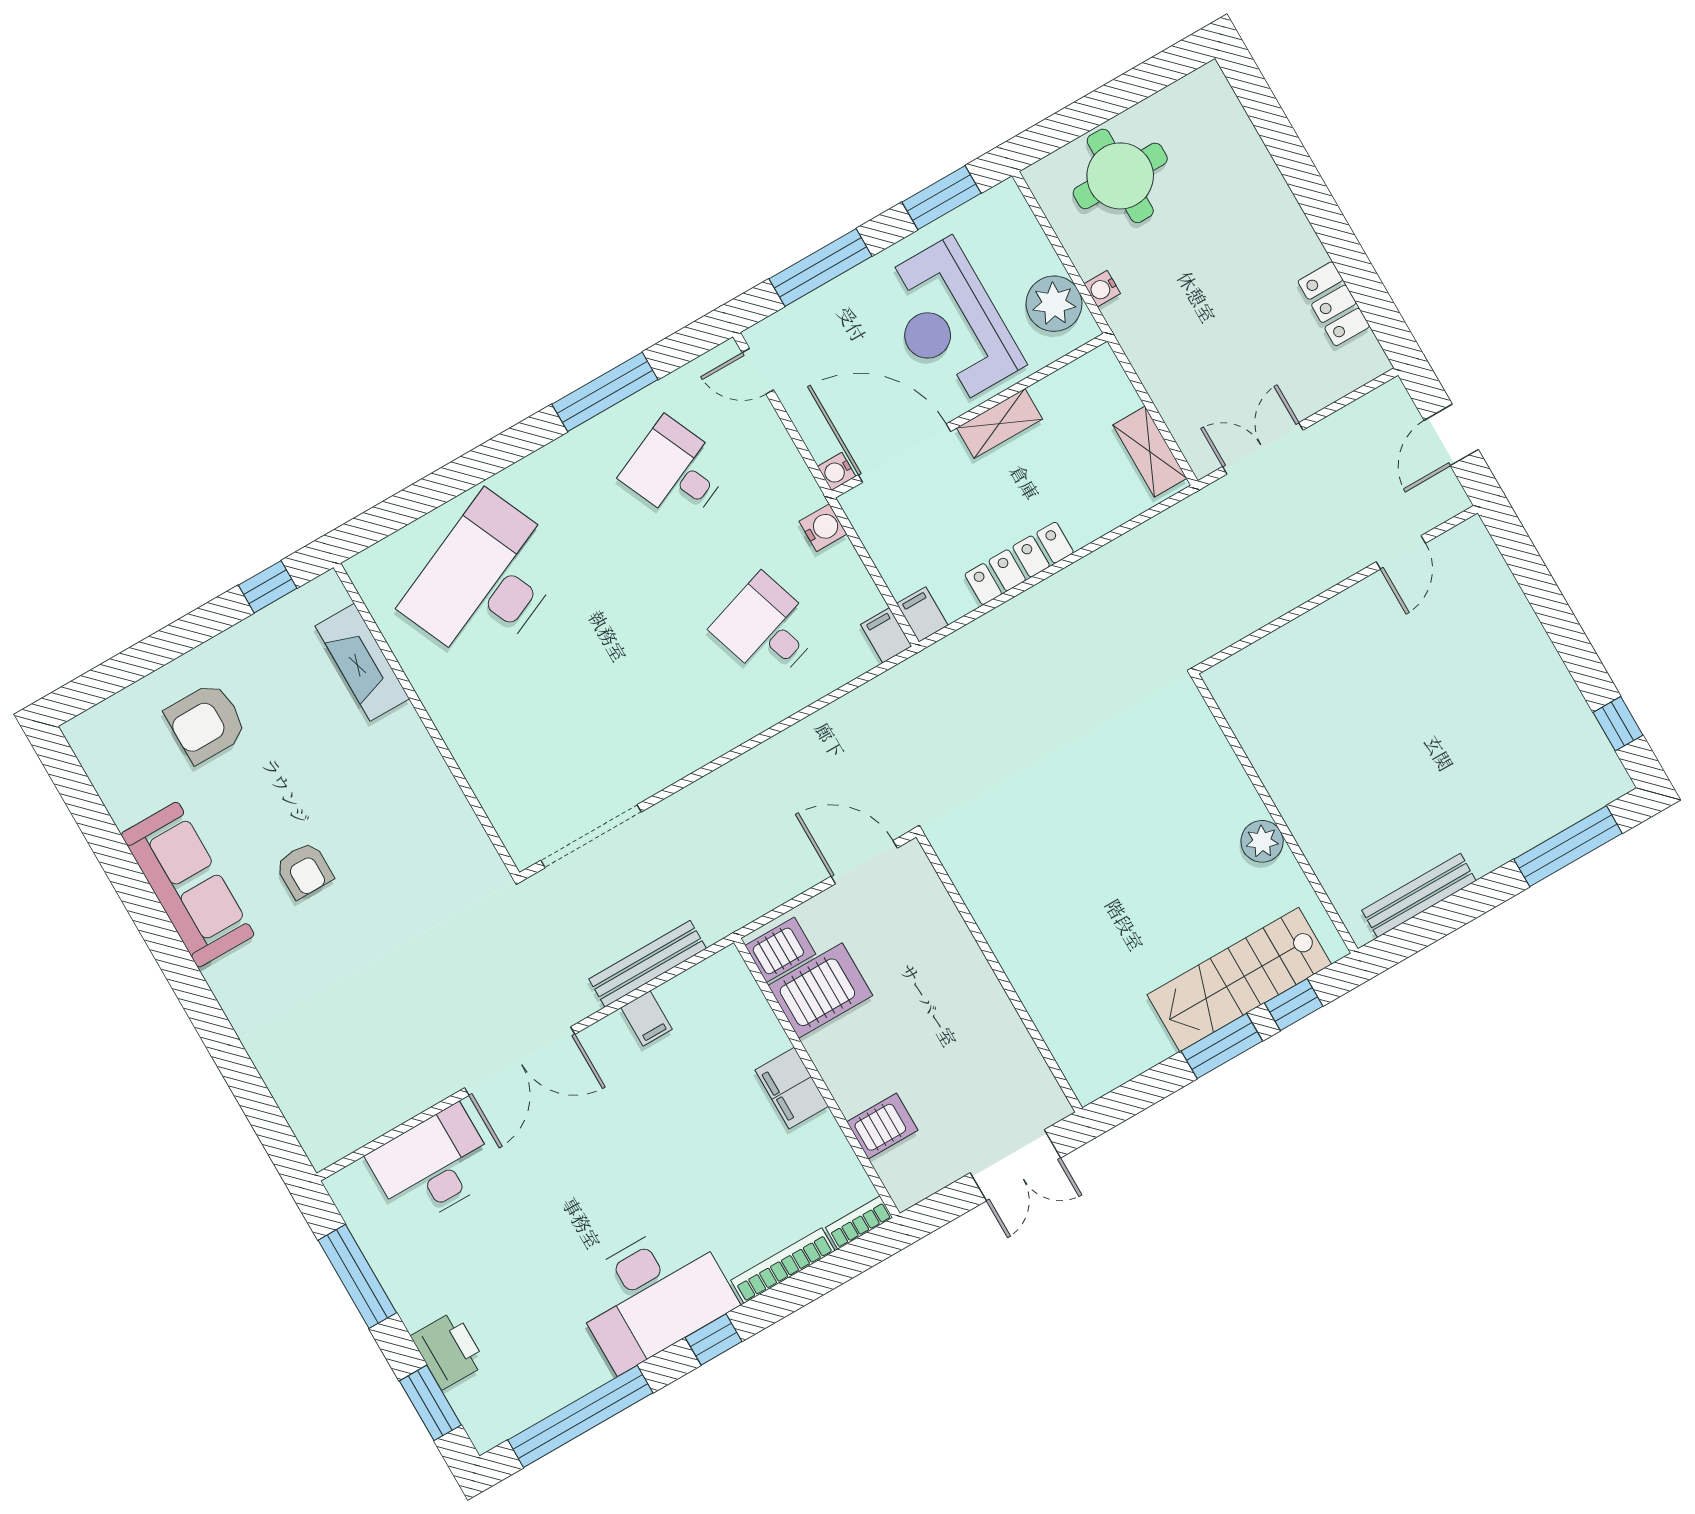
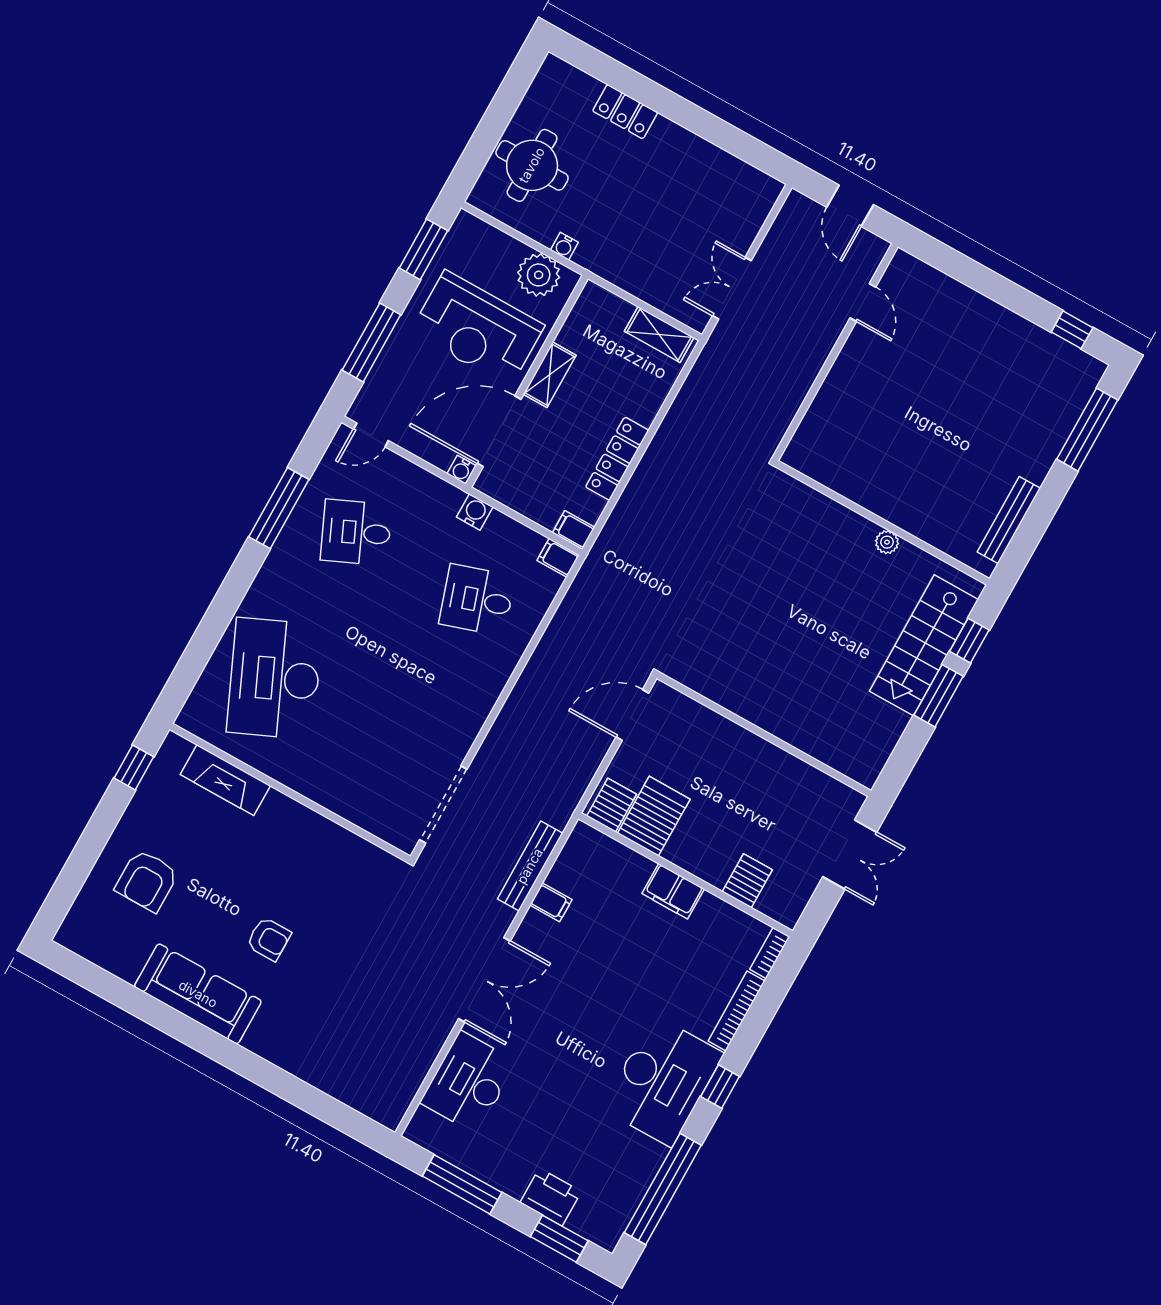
locker: (1334, 304) -> (625, 112), moved
plant: (1262, 841) -> (887, 542), width x0.73, depth x0.73

